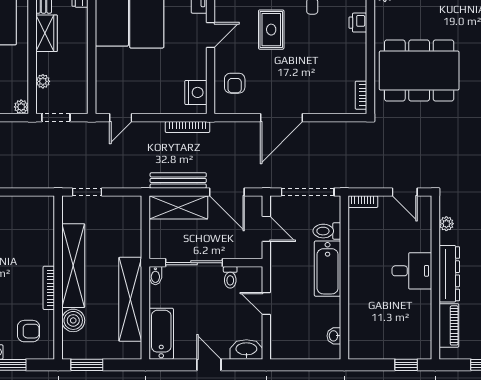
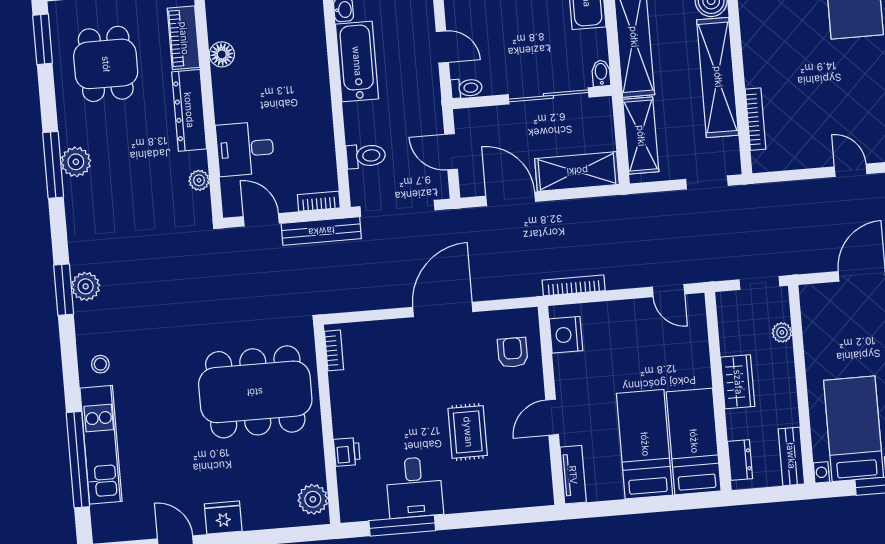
wardrobe: (47, 33) -> (738, 382), moved, turned 180
plant: (21, 107) -> (809, 294), removed
door: (121, 118) -> (669, 291), swing flipped
bench: (178, 180) -> (321, 231), moved
shelving: (131, 229) -> (641, 136), added
bathtub: (328, 269) -> (357, 61), moved
desk: (412, 271) -> (245, 149), moved
toilet: (230, 277) -> (466, 88), moved, turned 90
bookcase: (49, 288) -> (756, 119), moved
floor lamp: (423, 311) -> (222, 54), added

